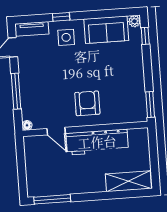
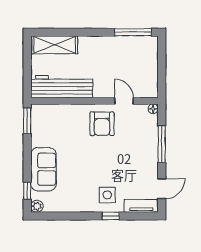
sofa: (106, 30) -> (43, 169), moved, turned 90
armchair: (87, 103) -> (102, 124), moved
workbench: (97, 142) -> (62, 87), moved

